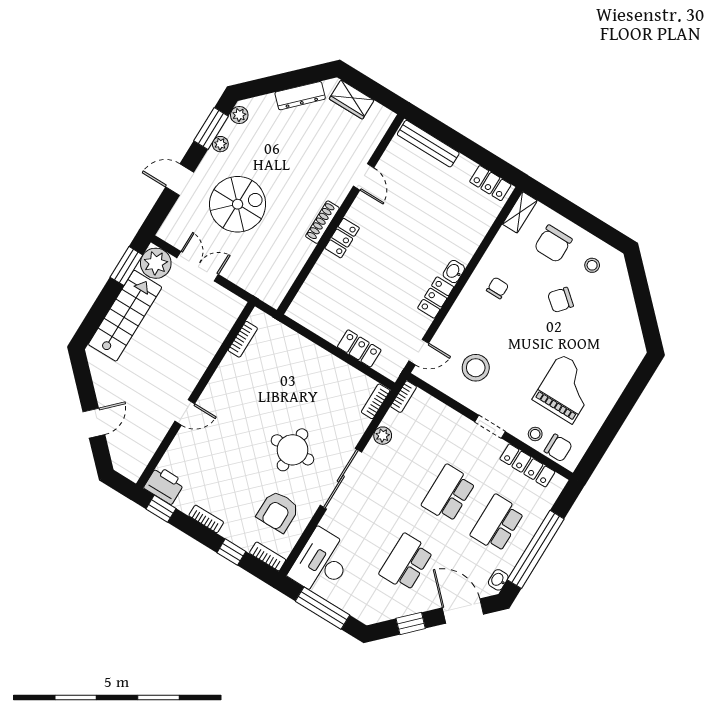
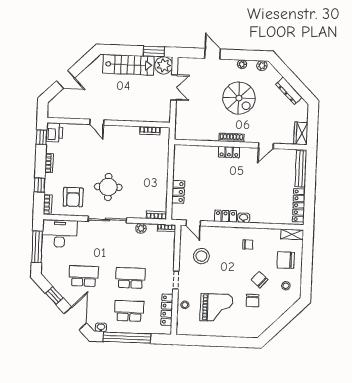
wardrobe: (352, 100) -> (301, 133), moved
window: (211, 128) -> (247, 55), removed
locker: (490, 183) -> (299, 205), width x1.53
spiral stairs: (238, 204) -> (239, 98), moved
chair: (558, 448) -> (253, 300), moved
armchair: (278, 512) -> (73, 197), turned -90

